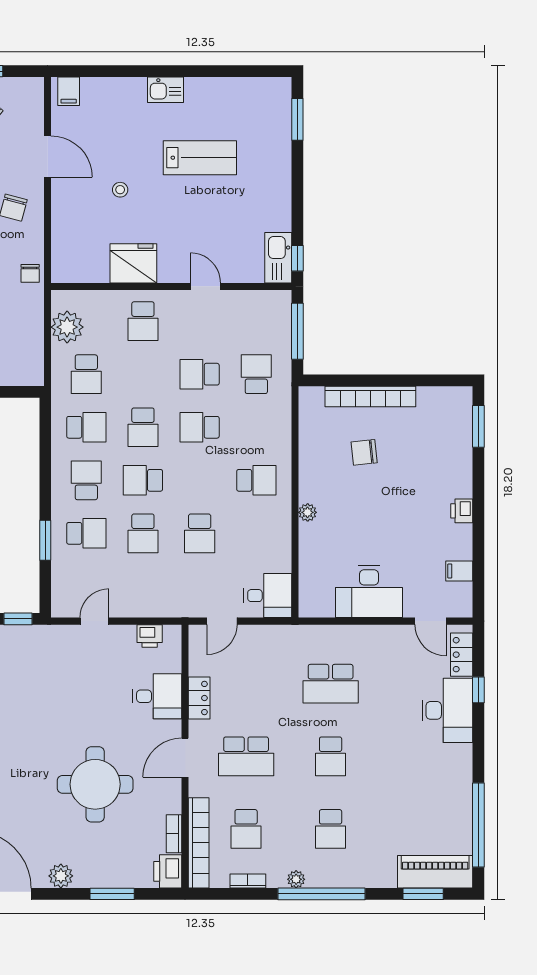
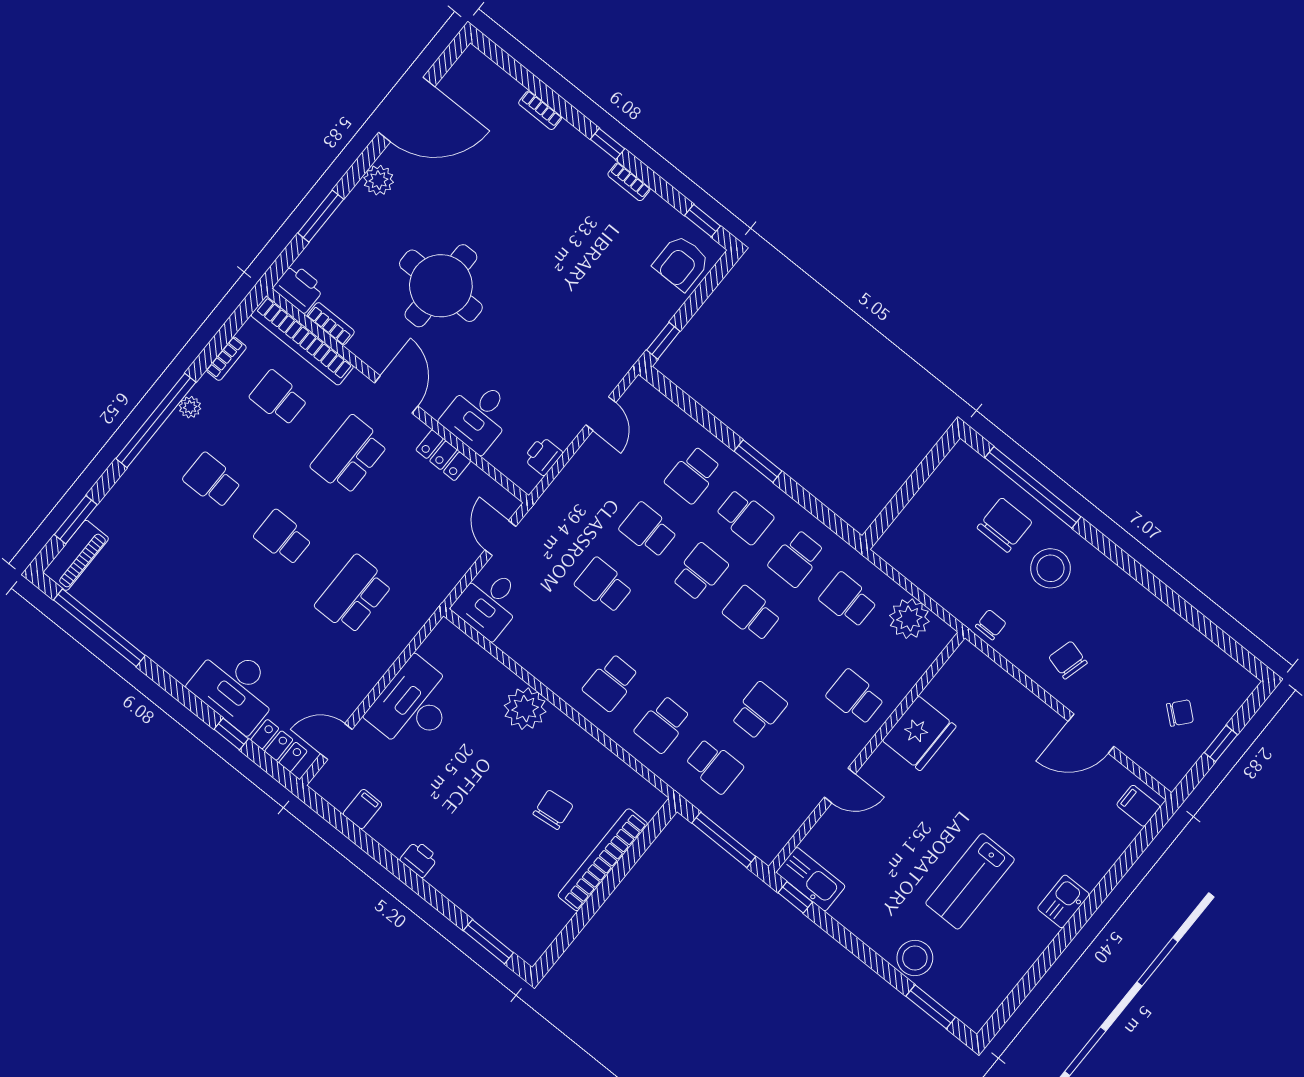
stool: (120, 190) -> (915, 958), moved, width x1.89, depth x1.89
chair: (30, 273) -> (991, 625), turned 90
school desk: (200, 427) -> (663, 724), moved, turned 180
plant: (308, 512) -> (525, 709), width x1.87, depth x1.87
window: (45, 540) -> (758, 461), moved
piano: (435, 872) -> (76, 555), width x0.73, depth x0.75

